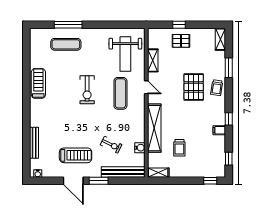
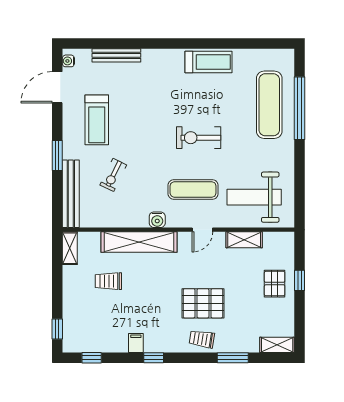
window: (68, 25) -> (300, 108), width x1.46
exercise mat: (66, 44) -> (269, 105), width x1.36, depth x1.45
water cooler: (140, 148) -> (157, 220), moved
door: (73, 181) -> (57, 87), moved

